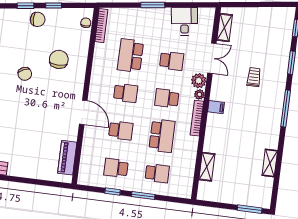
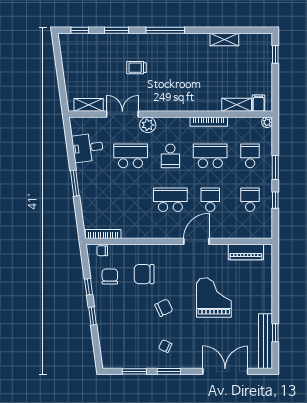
chair: (38, 19) -> (110, 276), moved
school desk: (130, 56) -> (131, 200), removed
school desk: (172, 61) -> (131, 156), width x1.85
school desk: (126, 93) -> (170, 200), width x1.85
plant: (199, 94) -> (267, 122), moved
filing cabinet: (216, 107) -> (259, 103), moved
bookcase: (197, 118) -> (209, 122), moved
grand piano: (28, 122) -> (214, 298), added
school desk: (116, 168) -> (250, 200), turned 180
window: (250, 209) -> (275, 54), width x0.67

